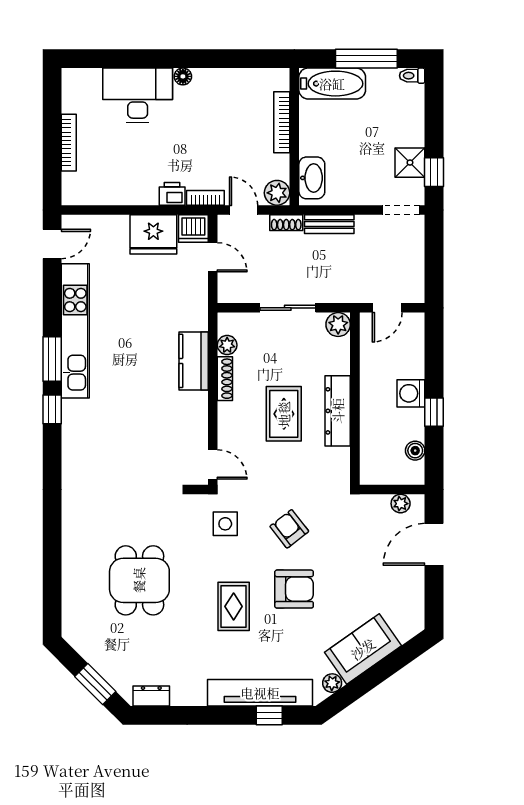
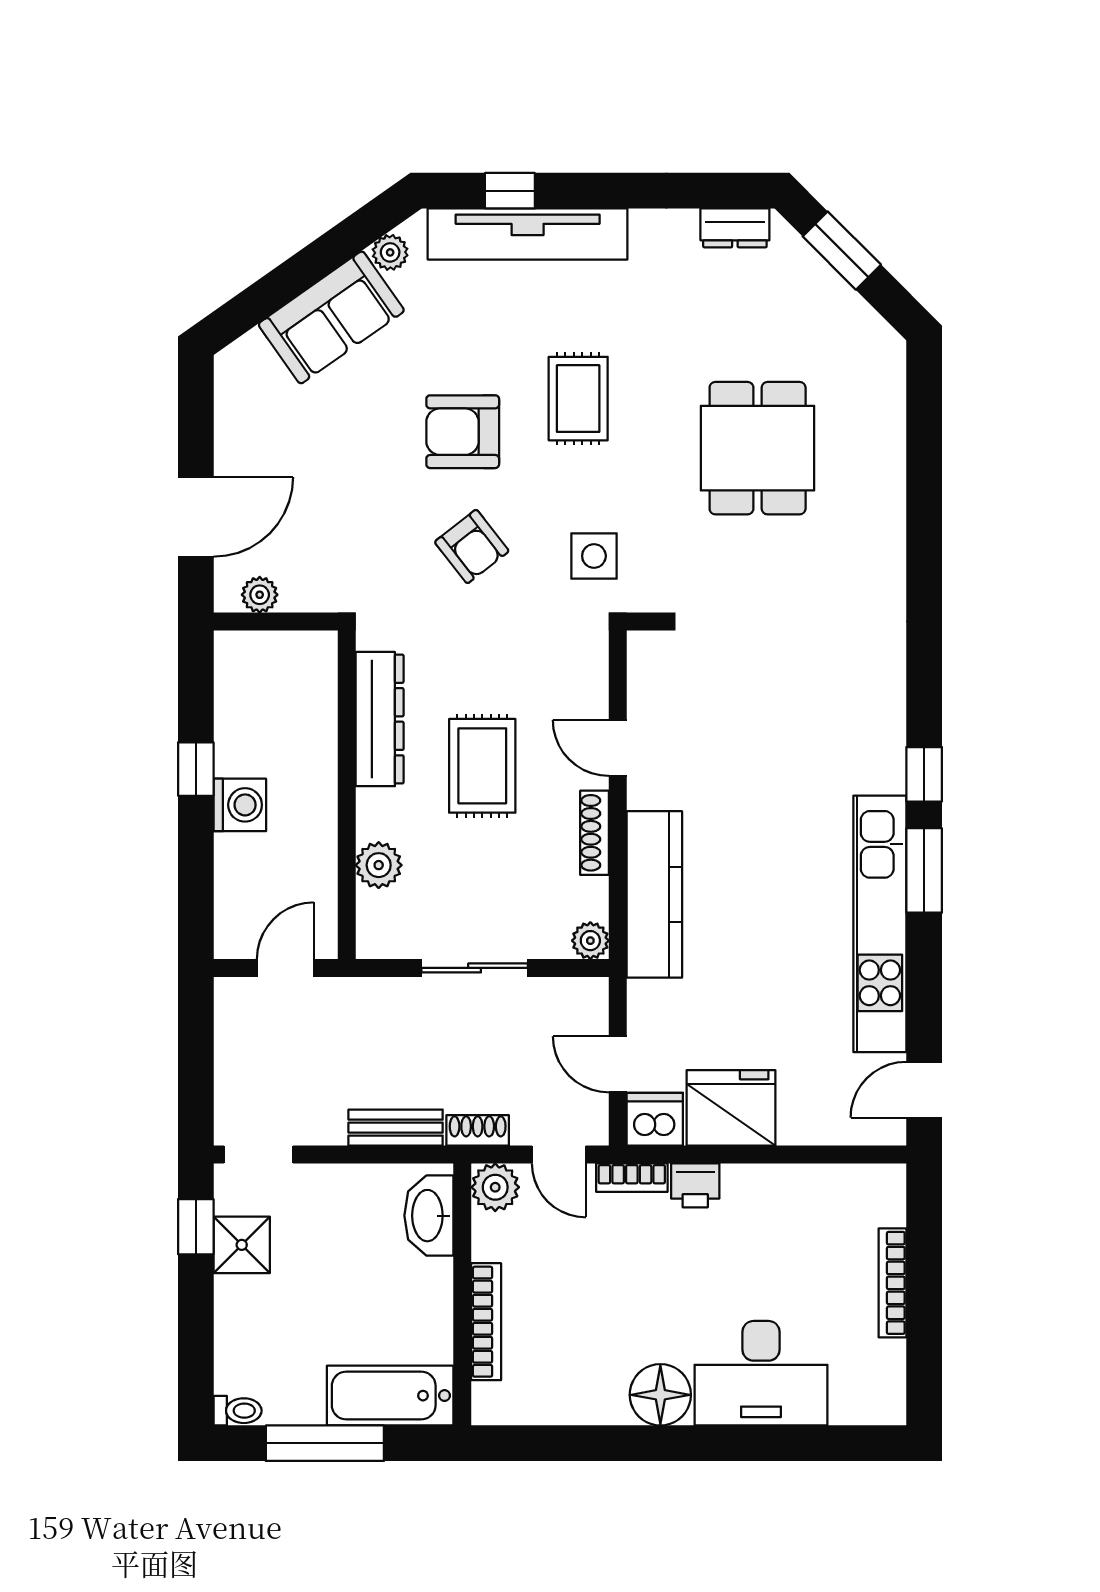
floor lamp: (183, 76) -> (660, 1395), width x1.89, depth x1.89
plant: (338, 325) -> (379, 865), moved
plant: (227, 345) -> (590, 941), moved
kitchen counter: (194, 361) -> (654, 894), width x1.50
dresser: (338, 411) -> (380, 719), moved
boiler: (415, 451) -> (232, 696), removed
door: (213, 464) -> (618, 748), moved

